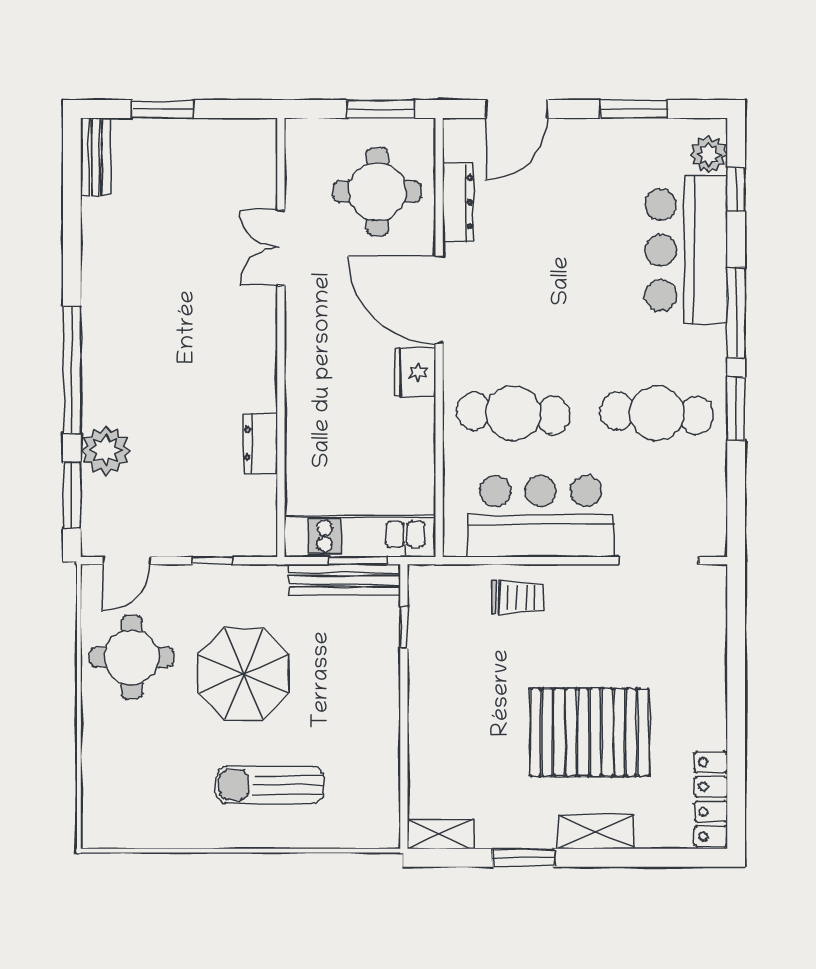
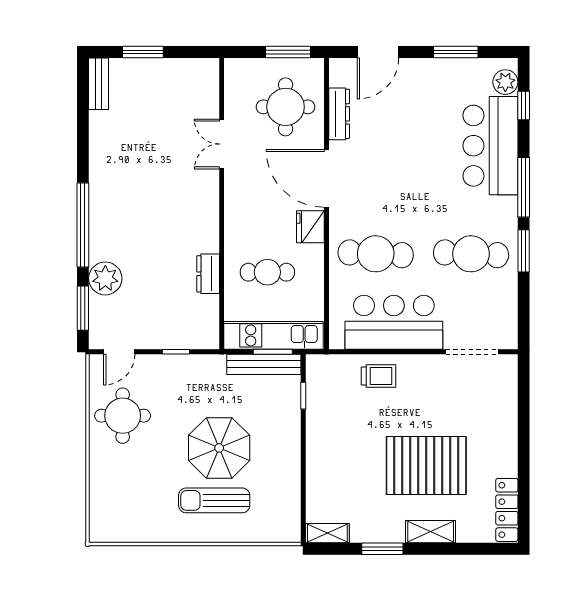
cafe table: (350, 441) -> (267, 272), added
parasol: (243, 674) -> (219, 448), moved

